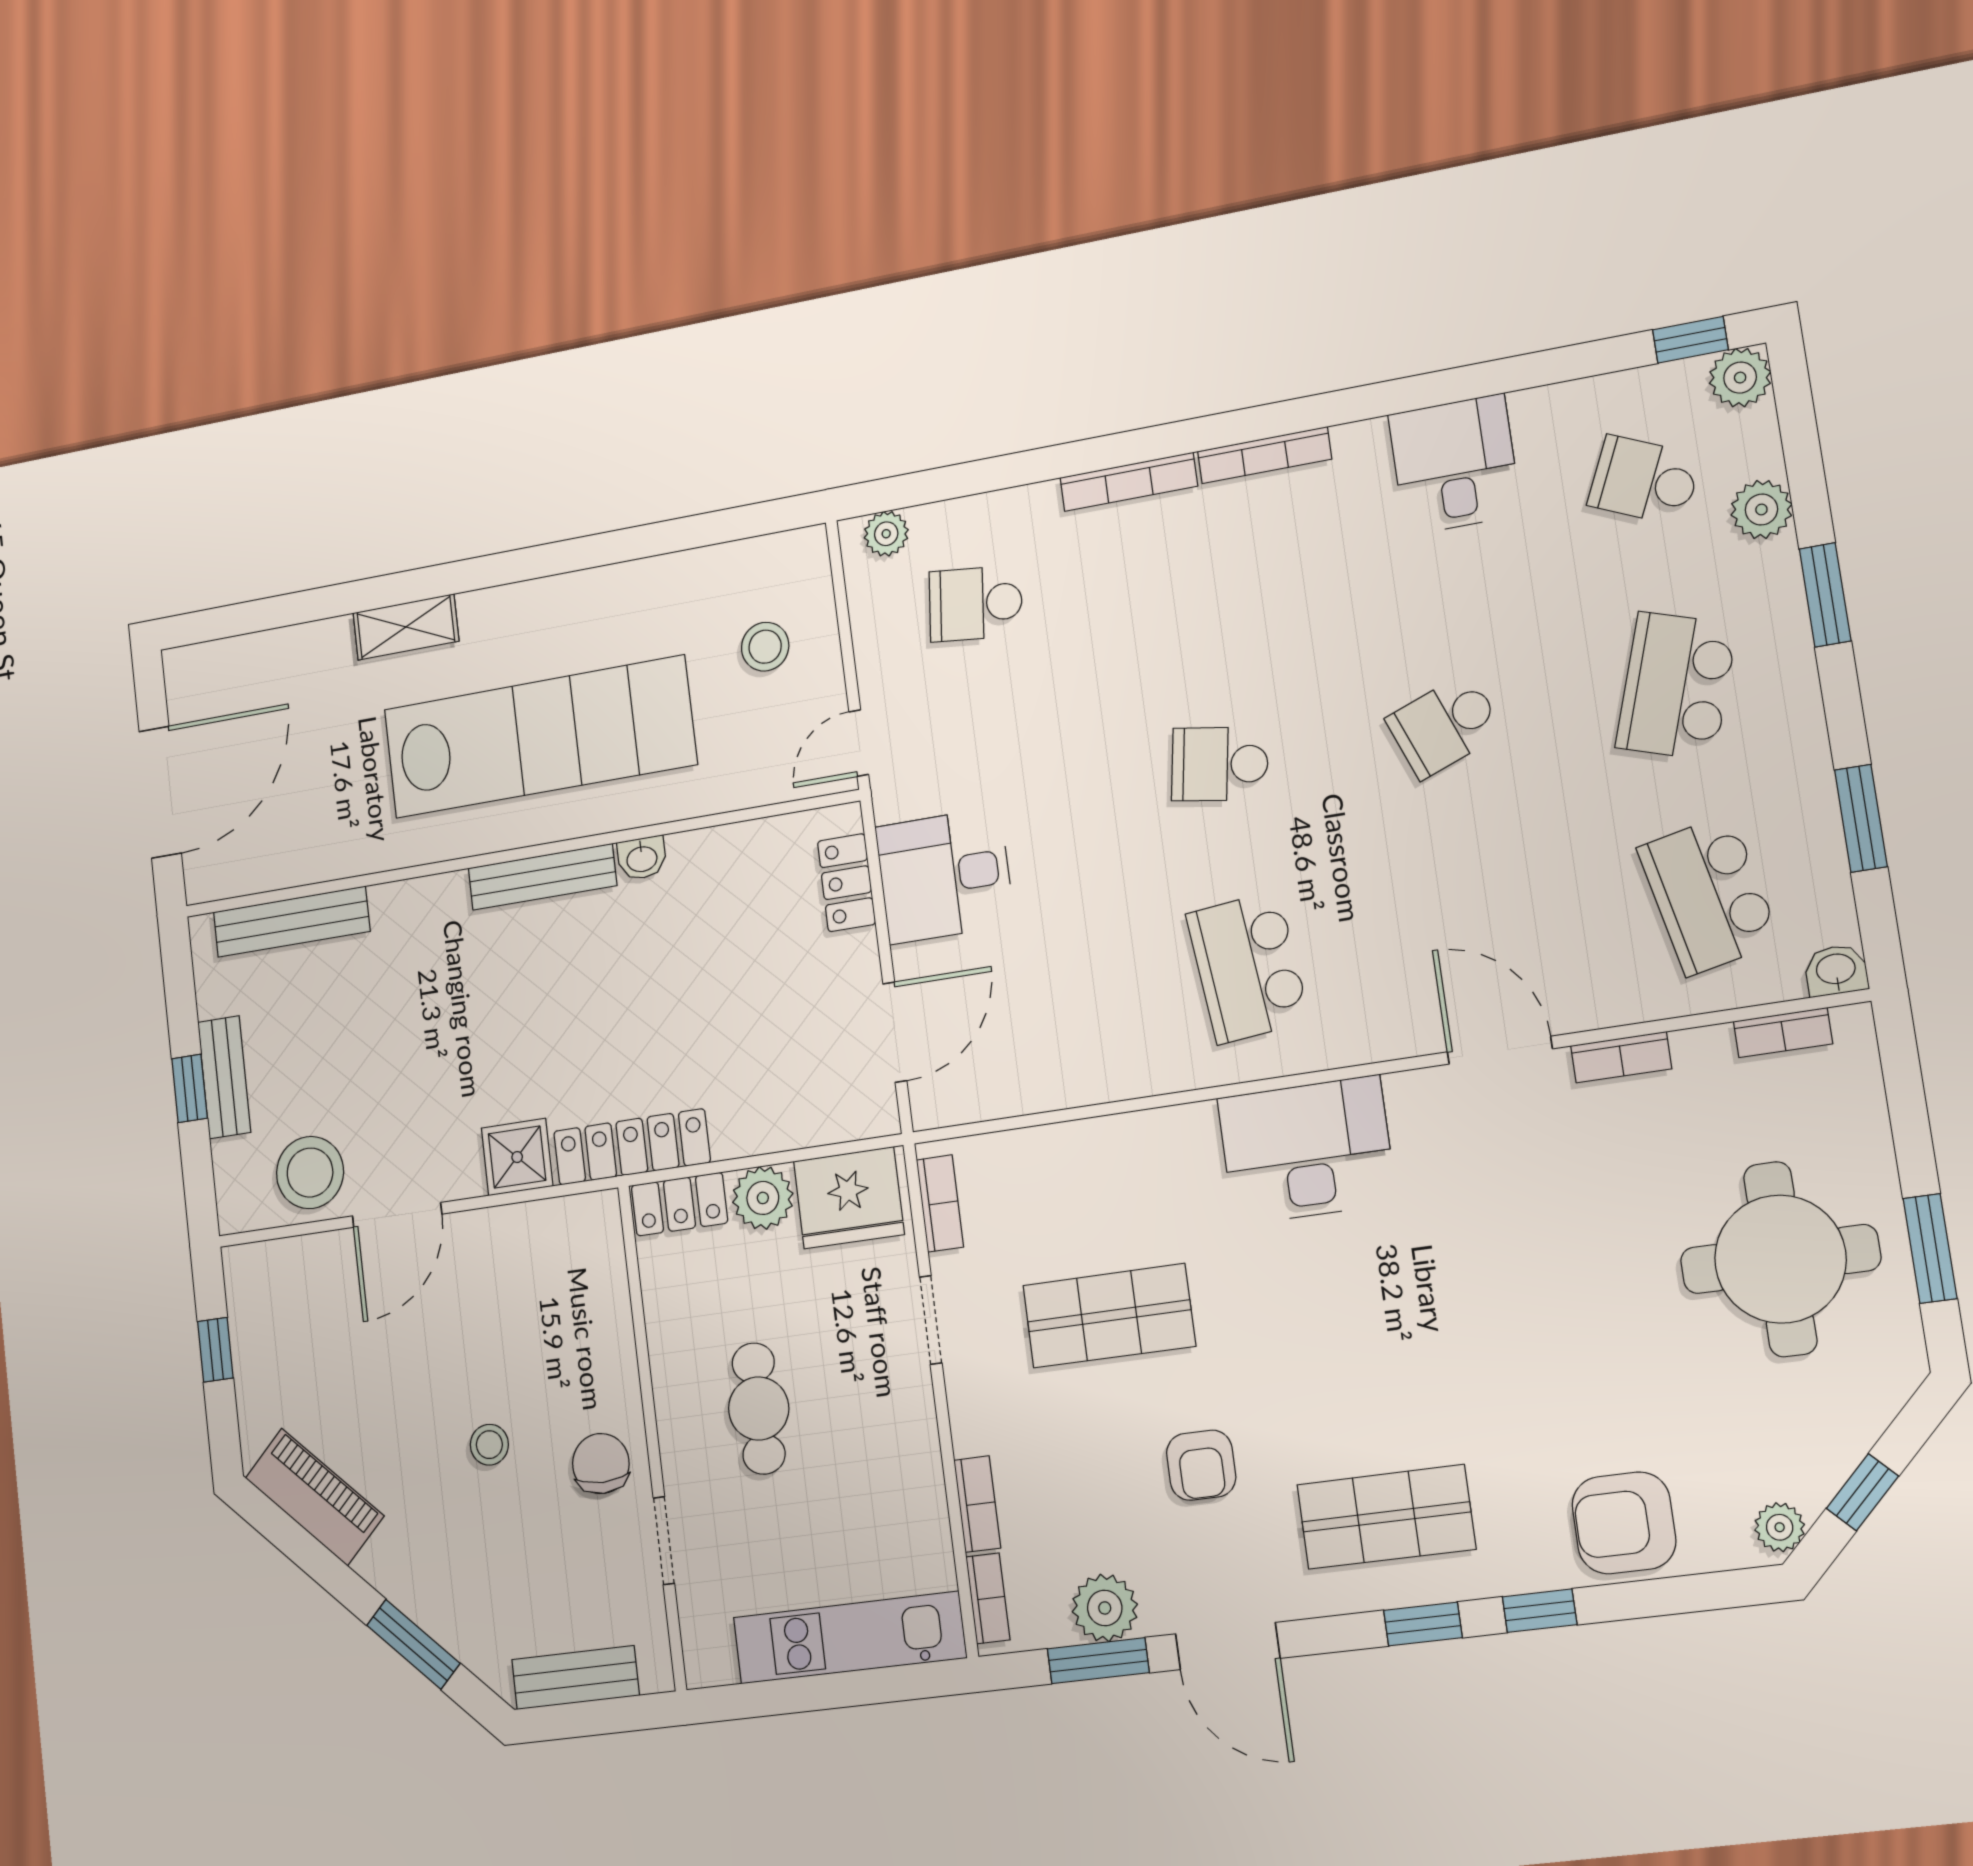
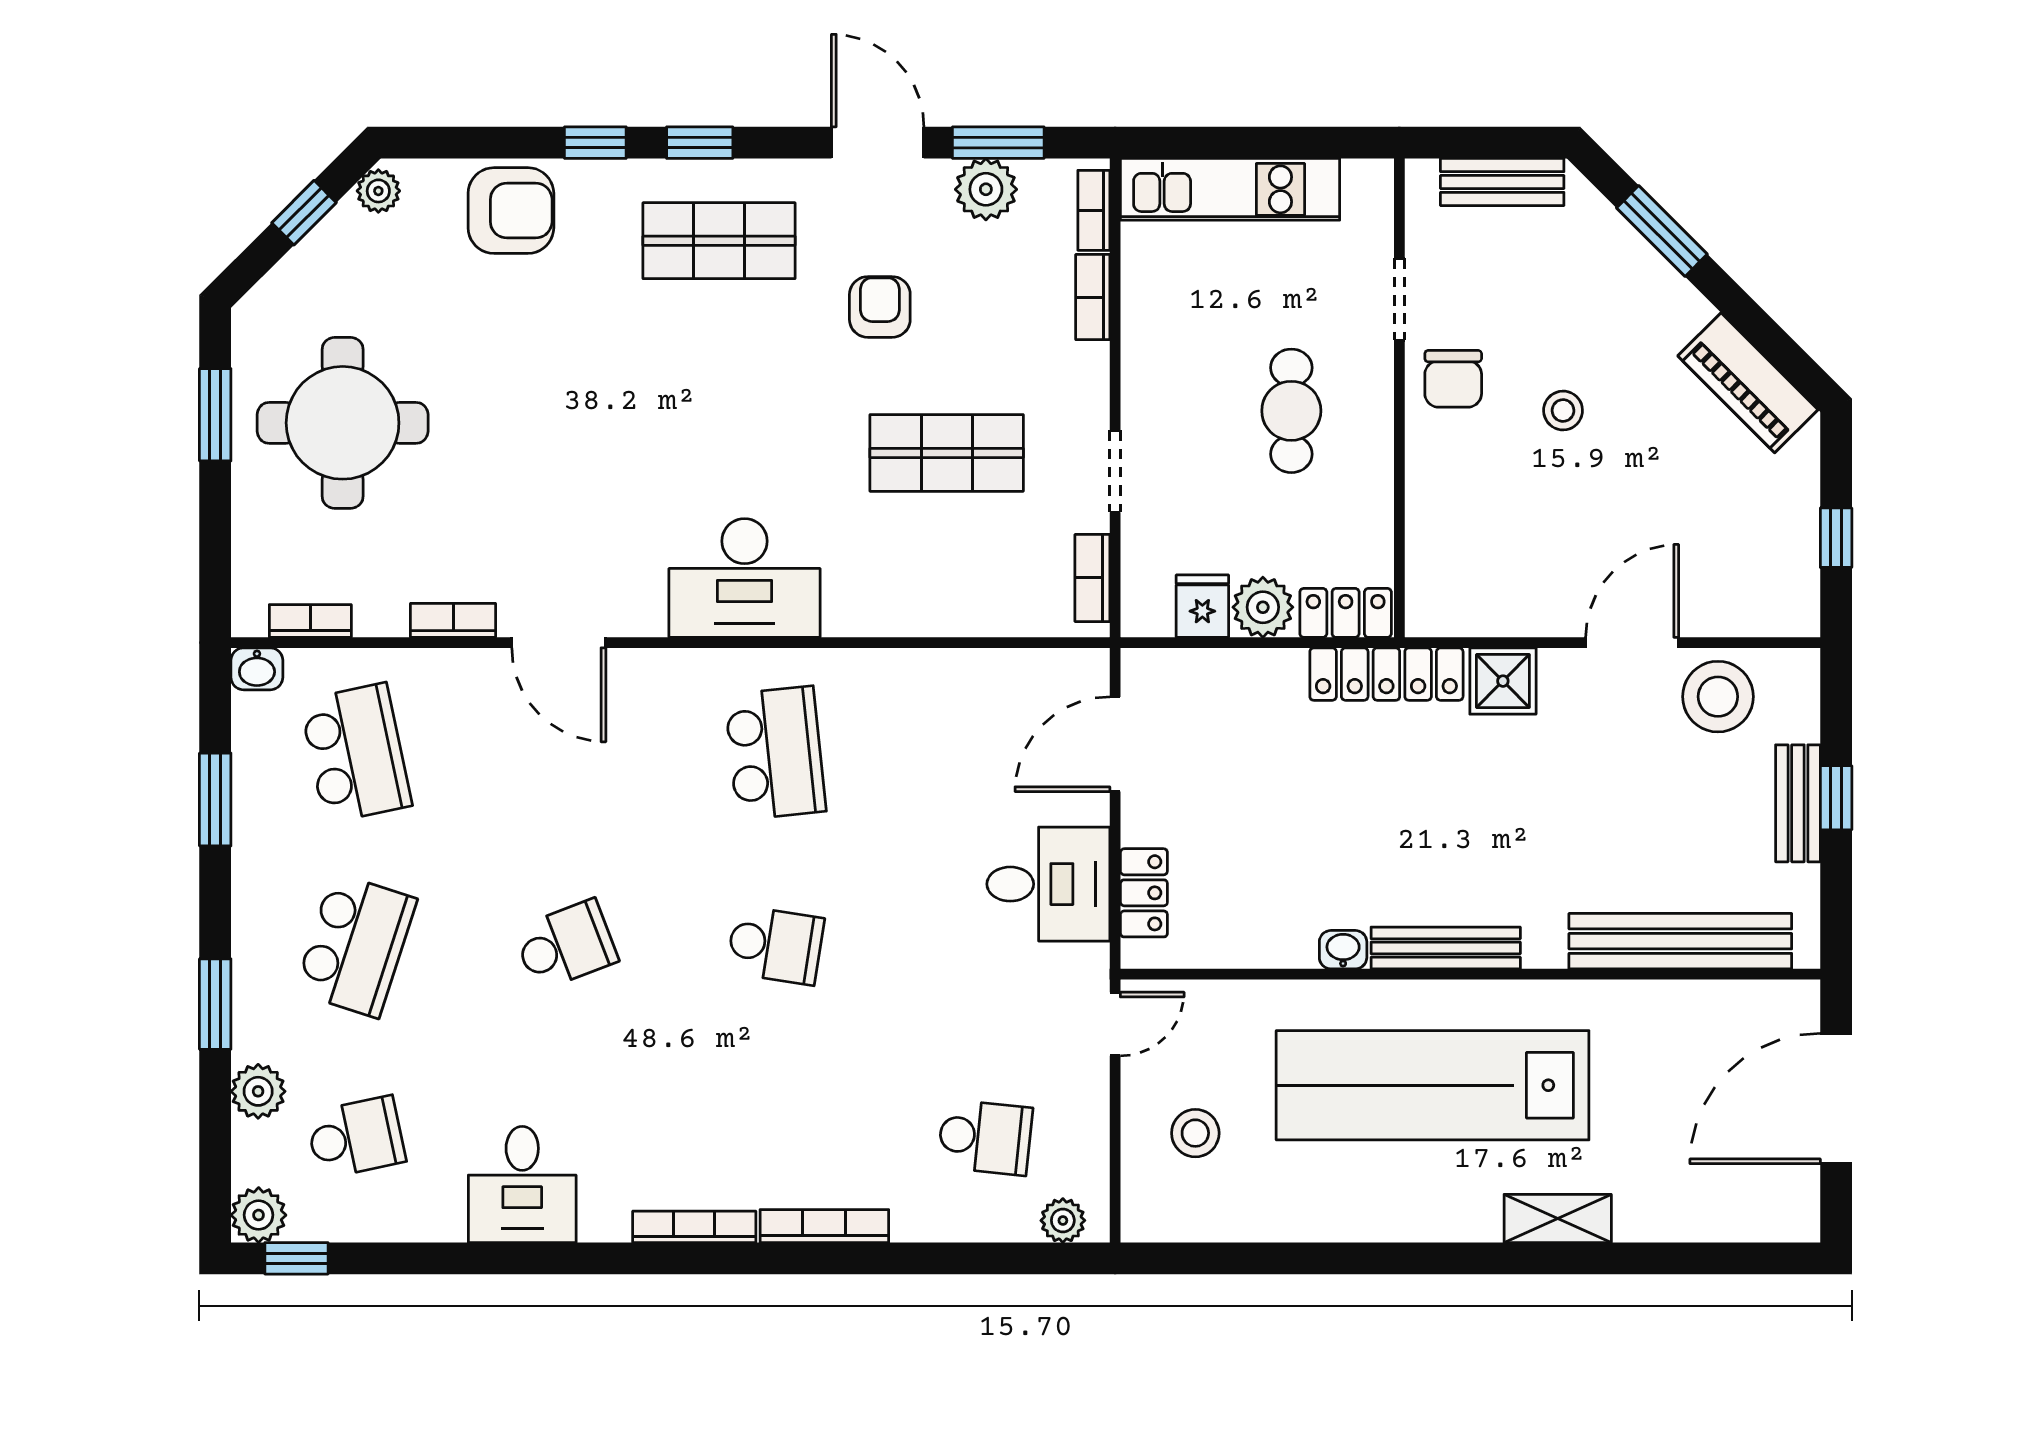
school desk: (1644, 480) -> (356, 1137), turned -36
bench: (291, 922) -> (1680, 941), width x1.37, depth x1.21
fridge: (849, 1198) -> (1202, 606), width x0.53, depth x0.75

